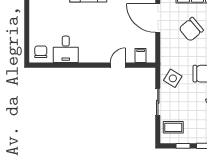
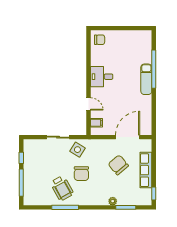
desk: (66, 49) -> (102, 77), moved
coffee table: (173, 127) -> (37, 150), removed

